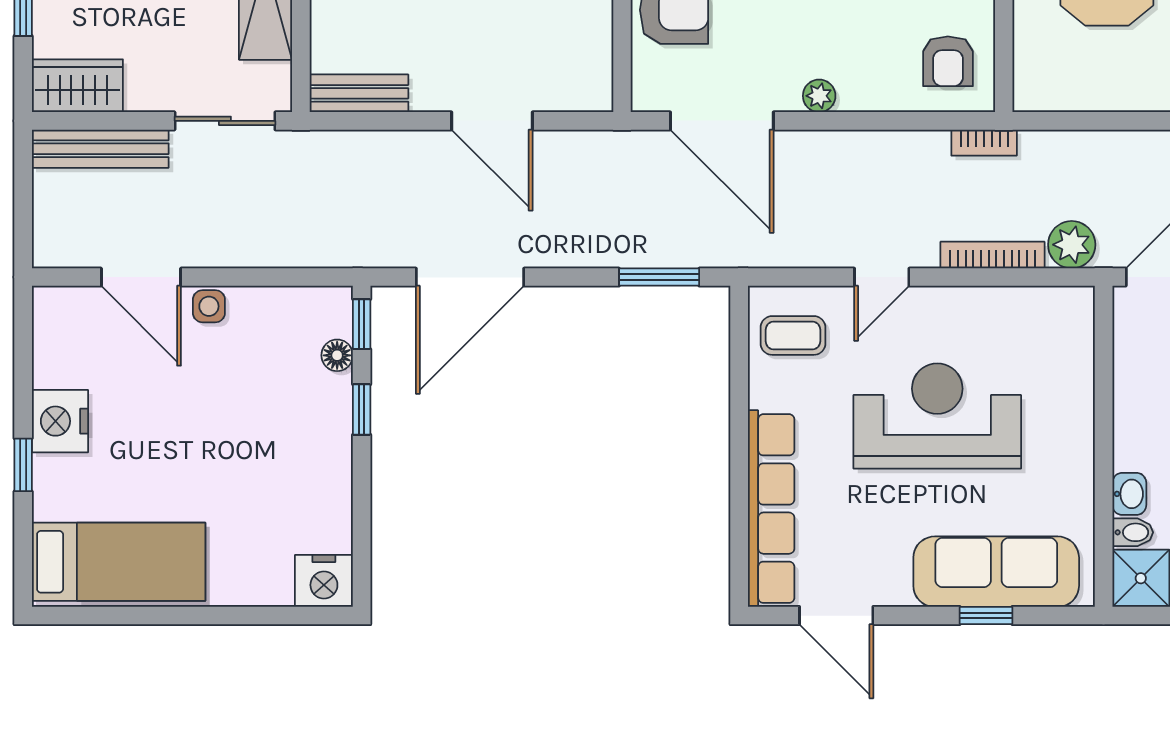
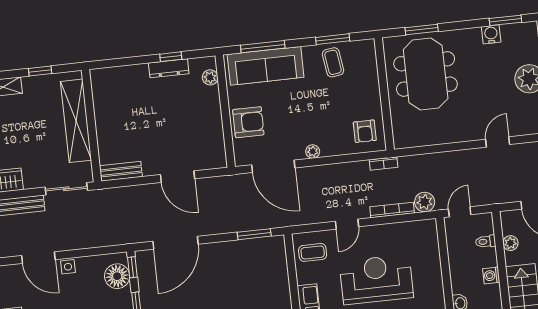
floor lamp: (337, 355) -> (117, 276), width x1.89, depth x1.89

